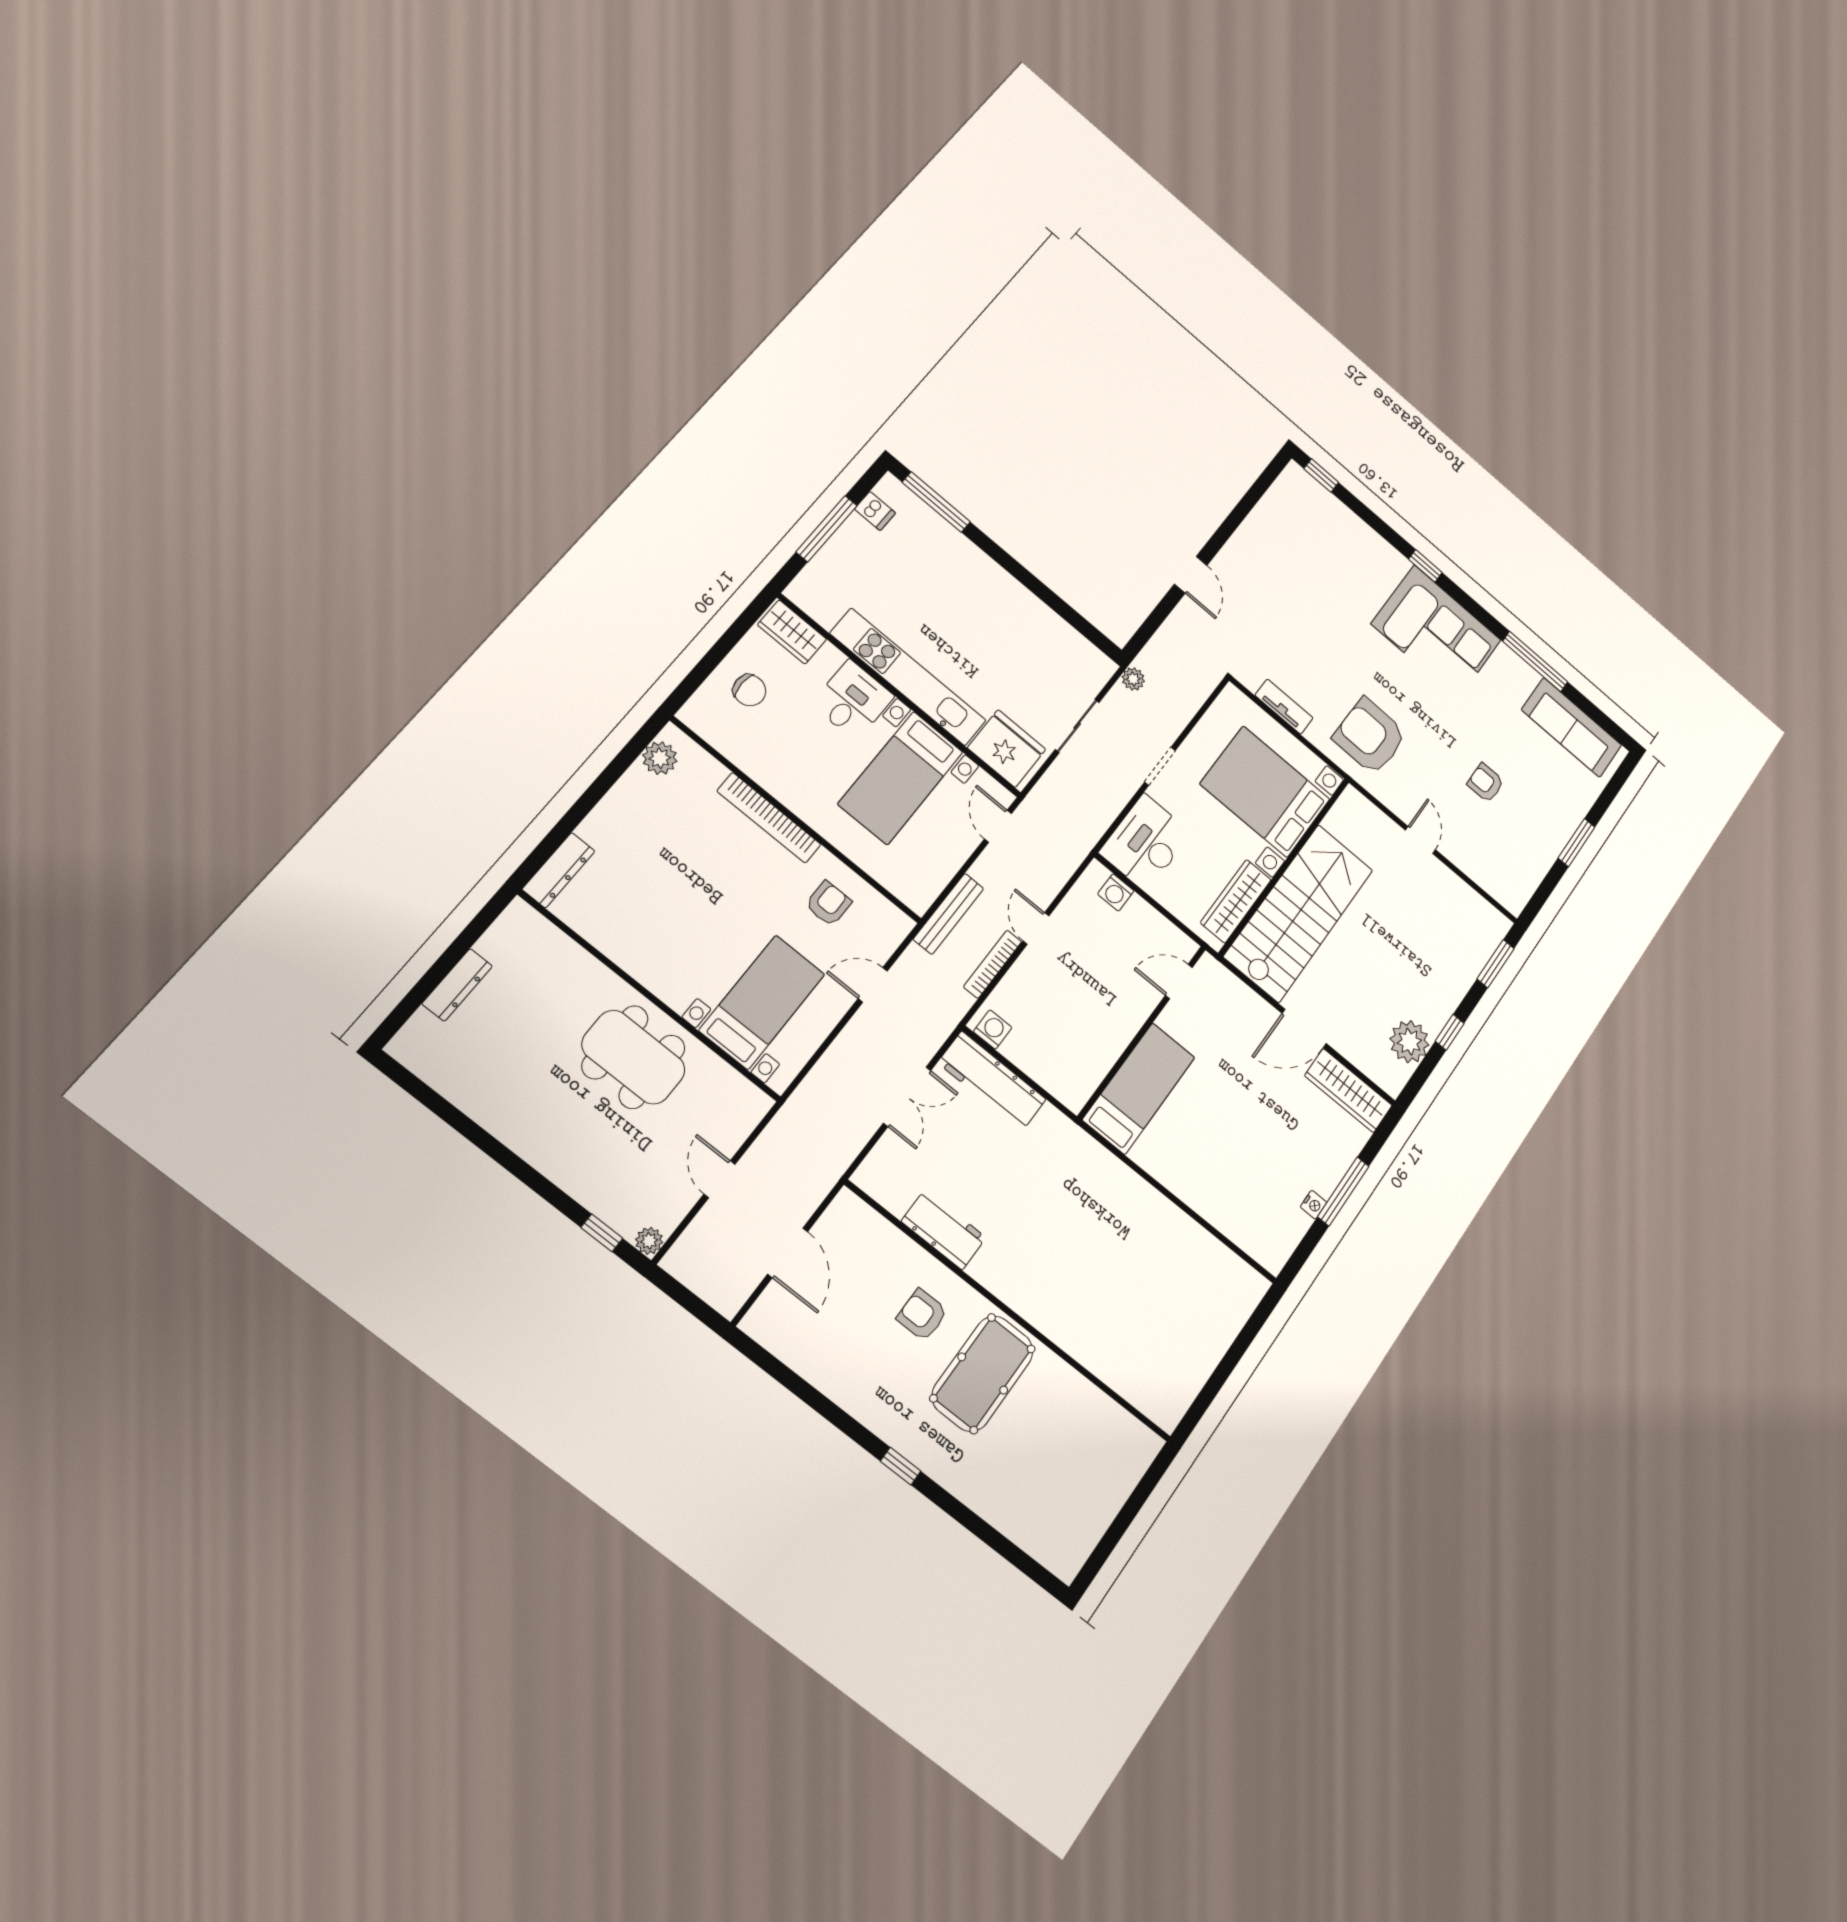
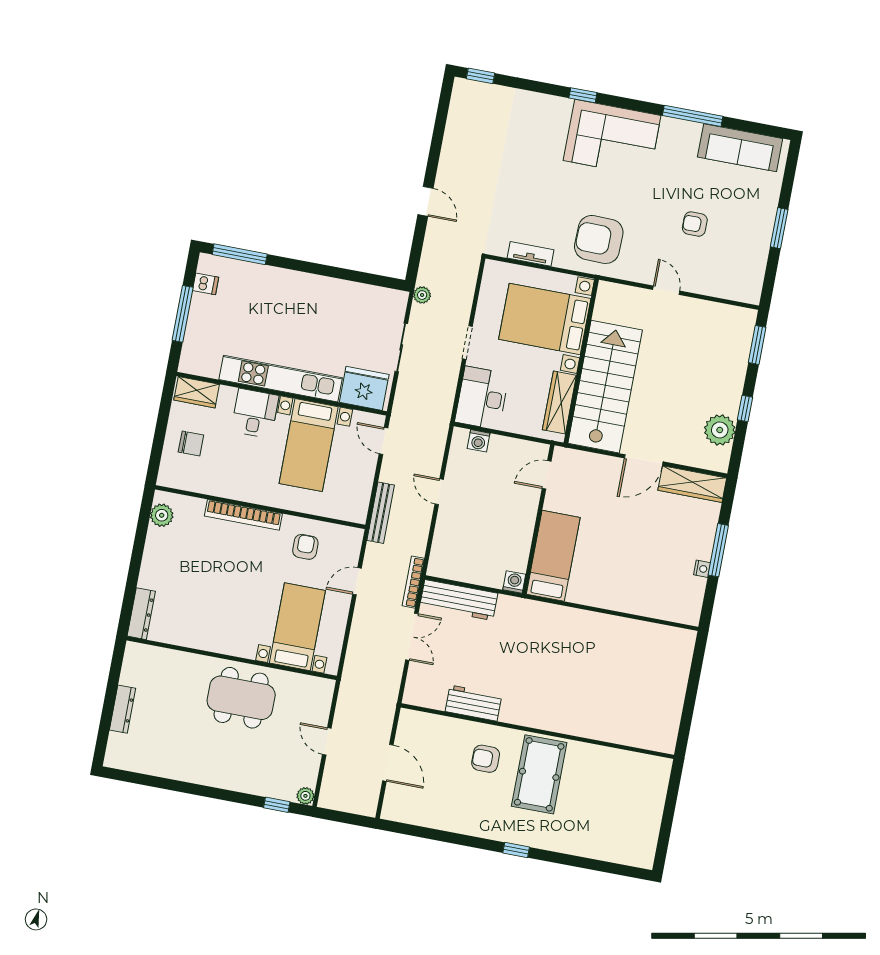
bookcase: (993, 964) -> (413, 582), moved
washing machine: (993, 1029) -> (514, 582), moved

